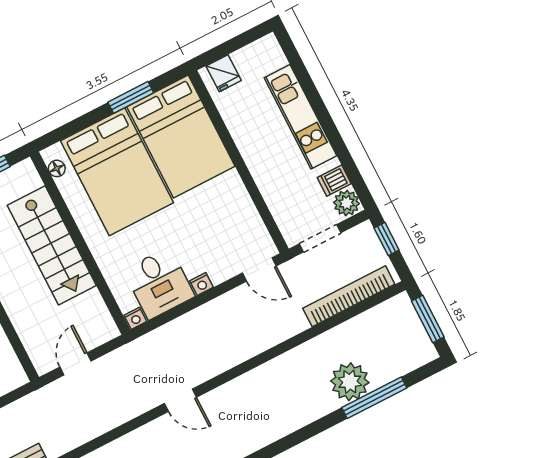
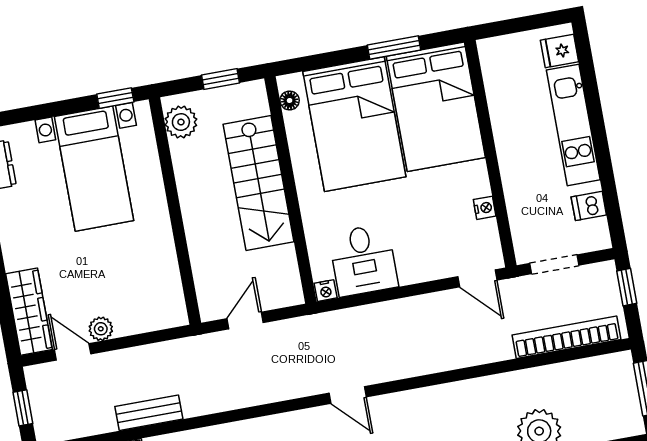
fridge: (224, 73) -> (560, 51), moved, turned 90
plant: (347, 203) -> (595, 235), removed
nightstand: (202, 284) -> (485, 208), moved, turned -90

